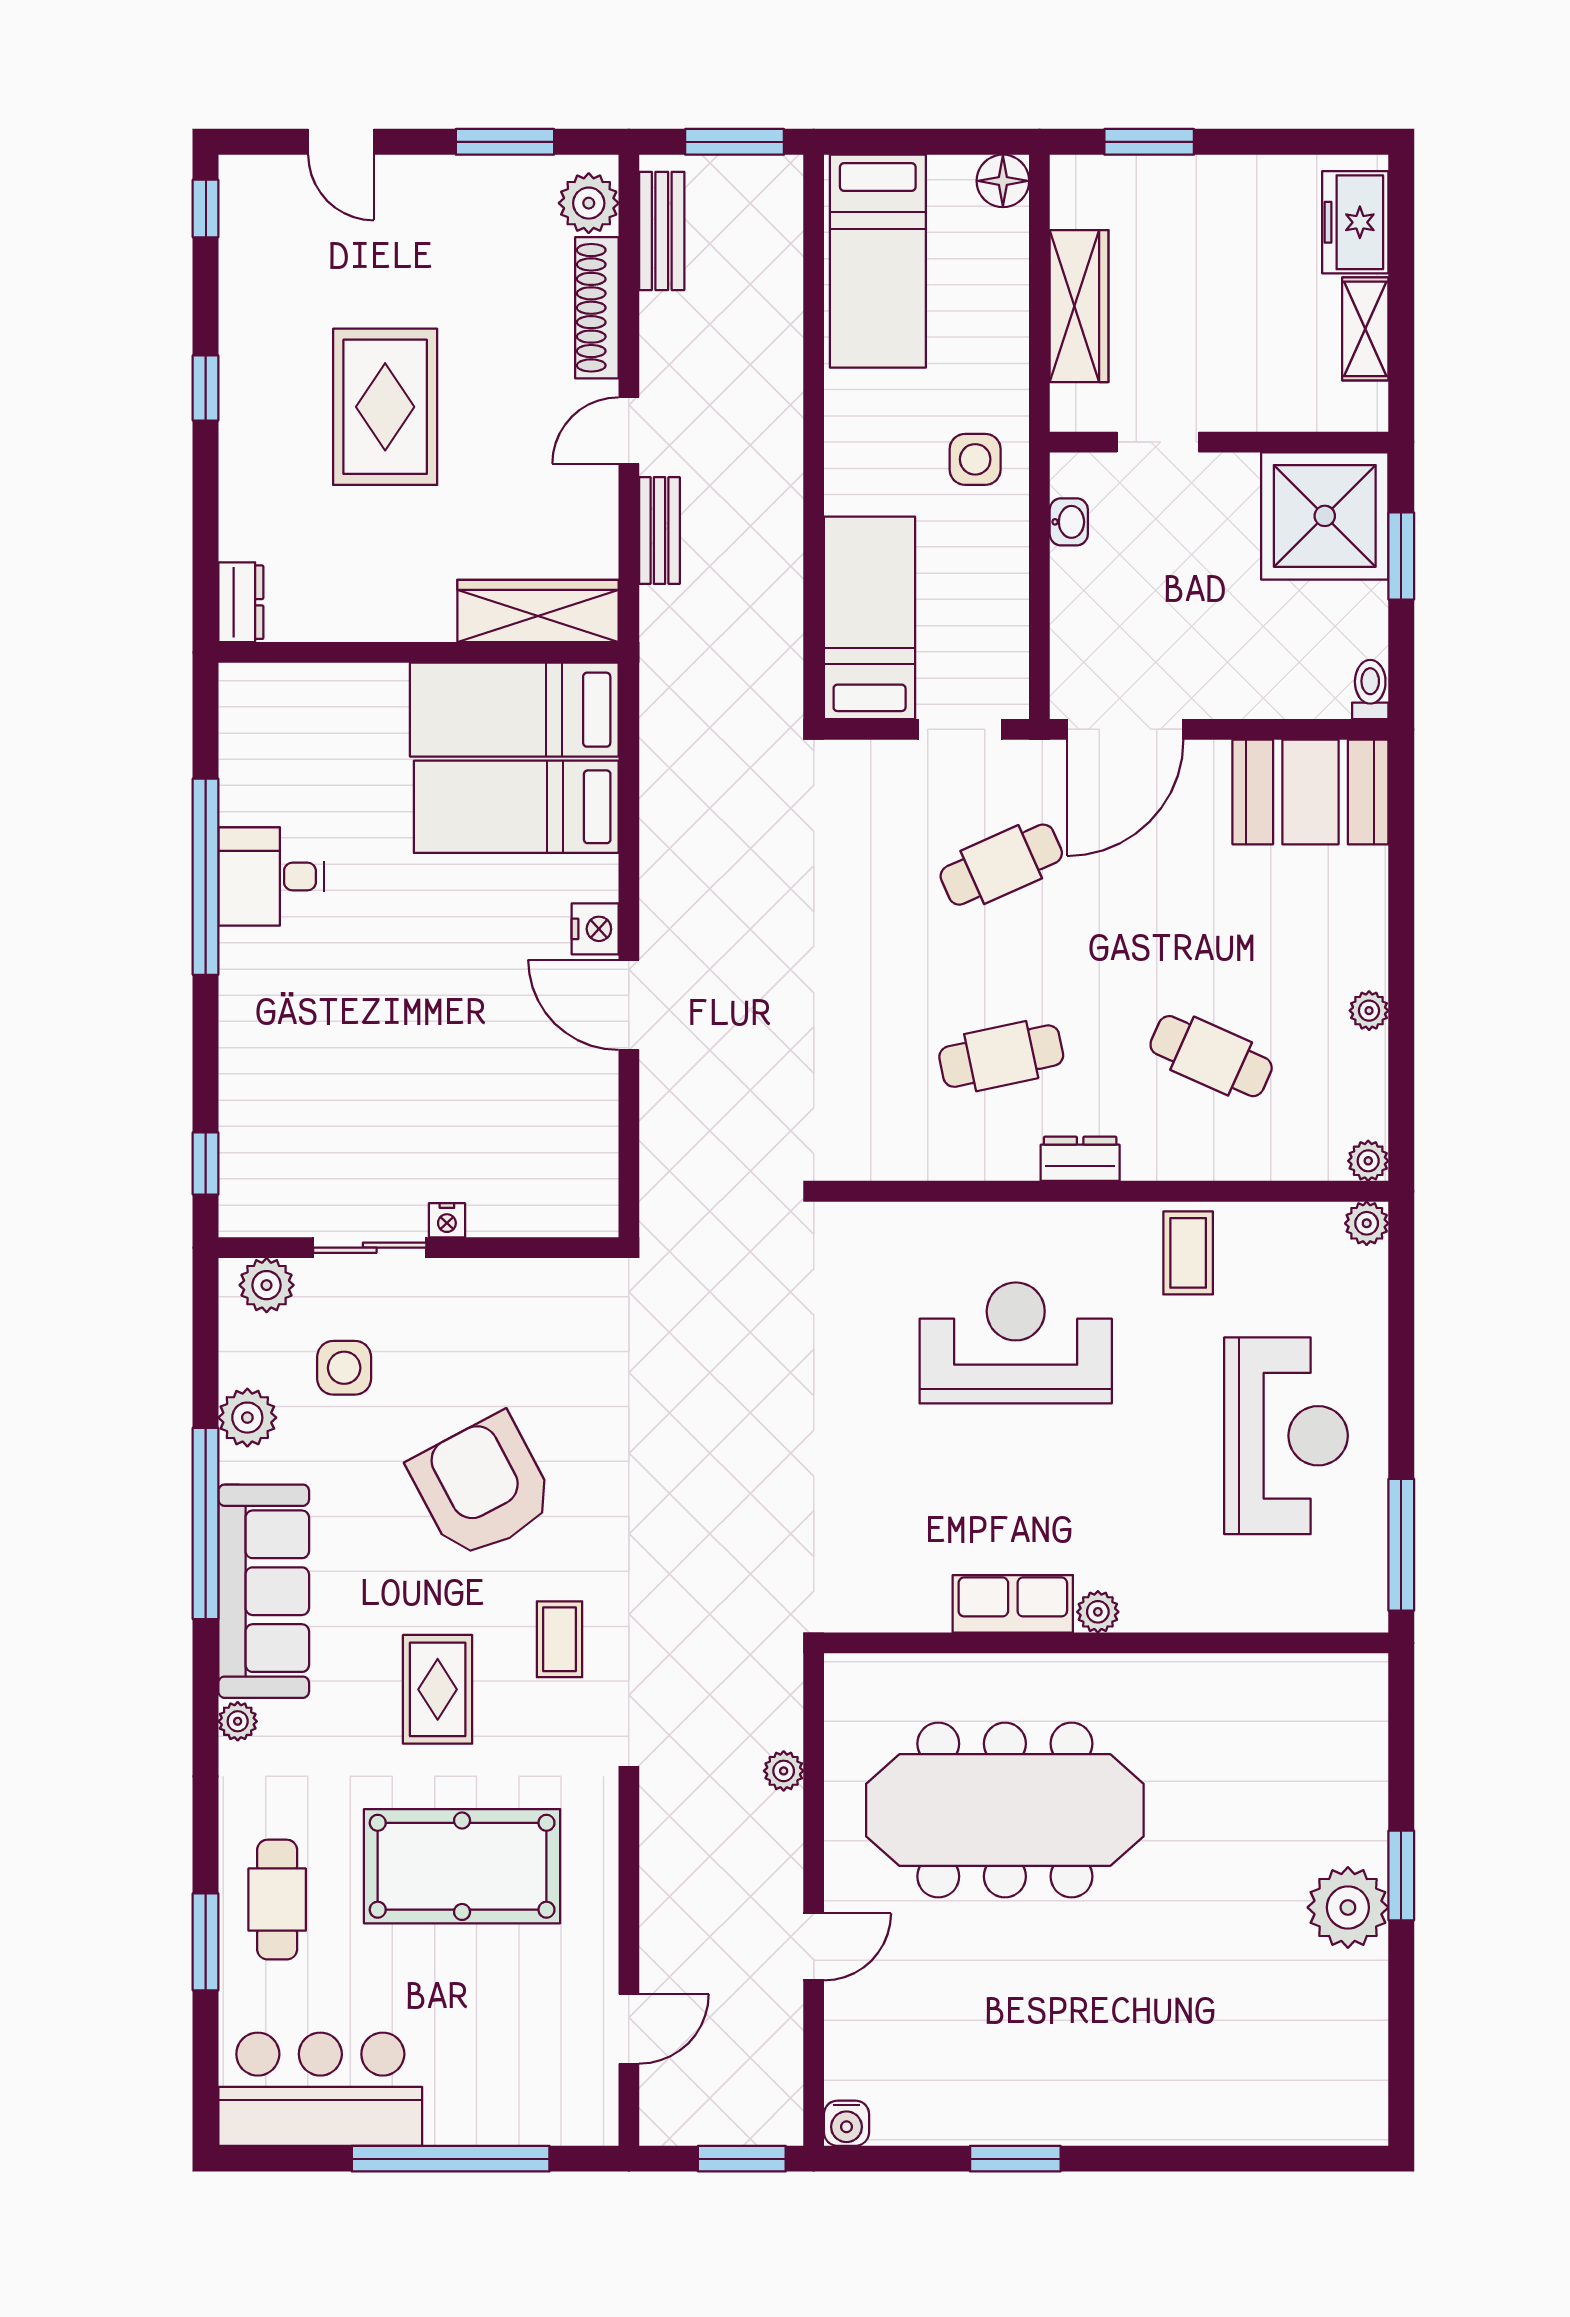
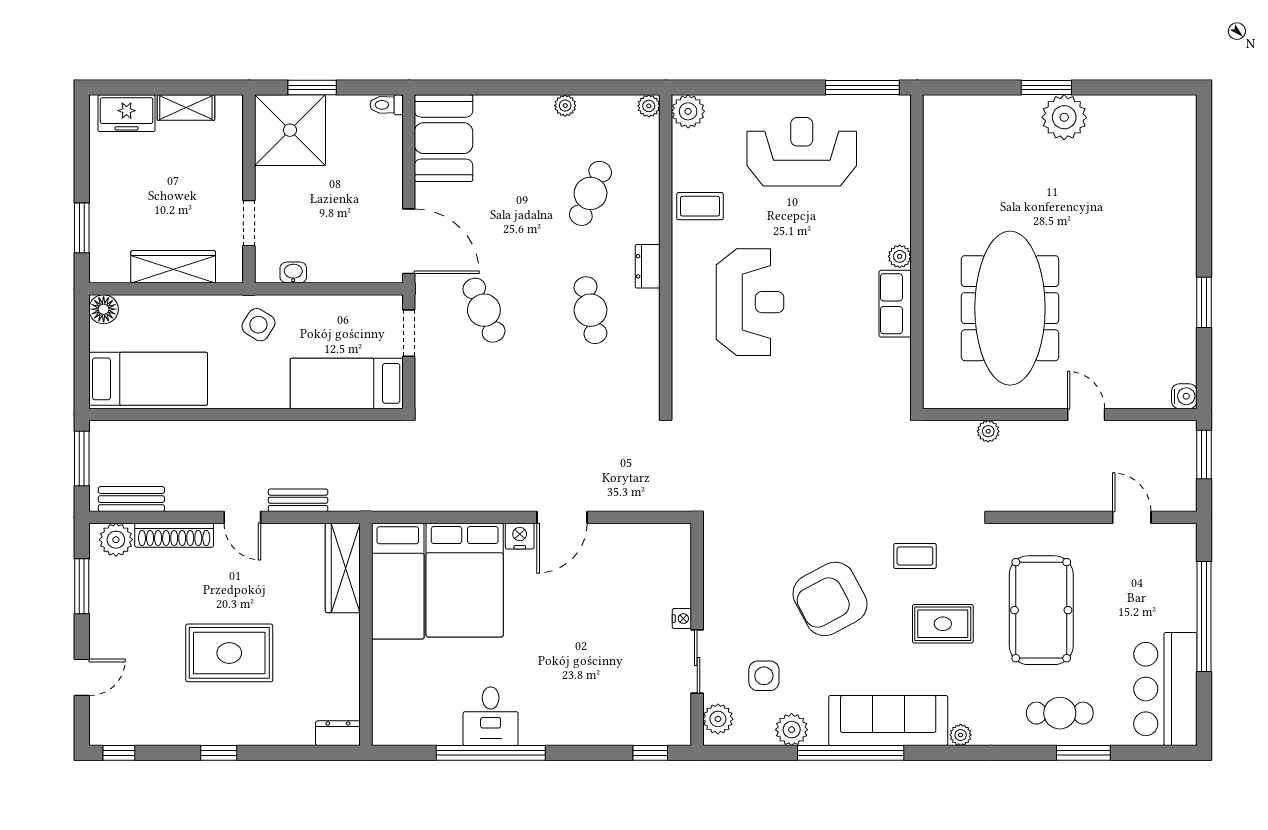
side table: (975, 459) -> (258, 325), turned 32
bed: (516, 807) -> (465, 580), width x1.50
plant: (1367, 1223) -> (688, 111), width x1.38, depth x1.38
reception desk: (1016, 1343) -> (750, 302), turned 180

